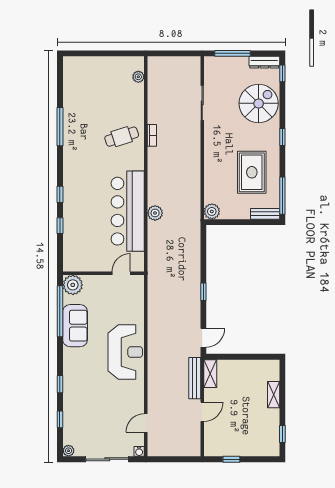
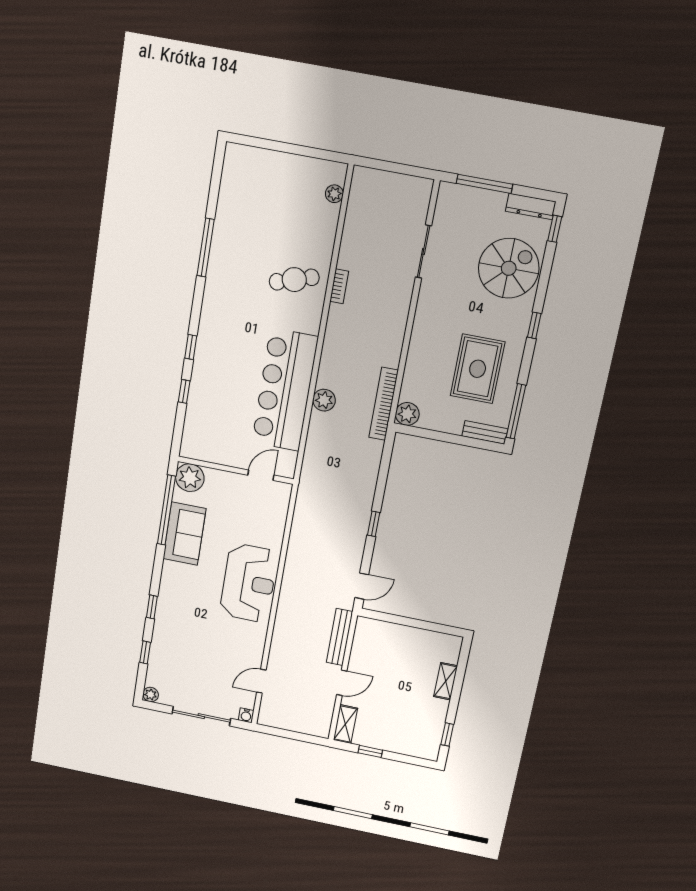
bookcase: (195, 208) -> (384, 404), added
shelving: (210, 374) -> (345, 724), moved

